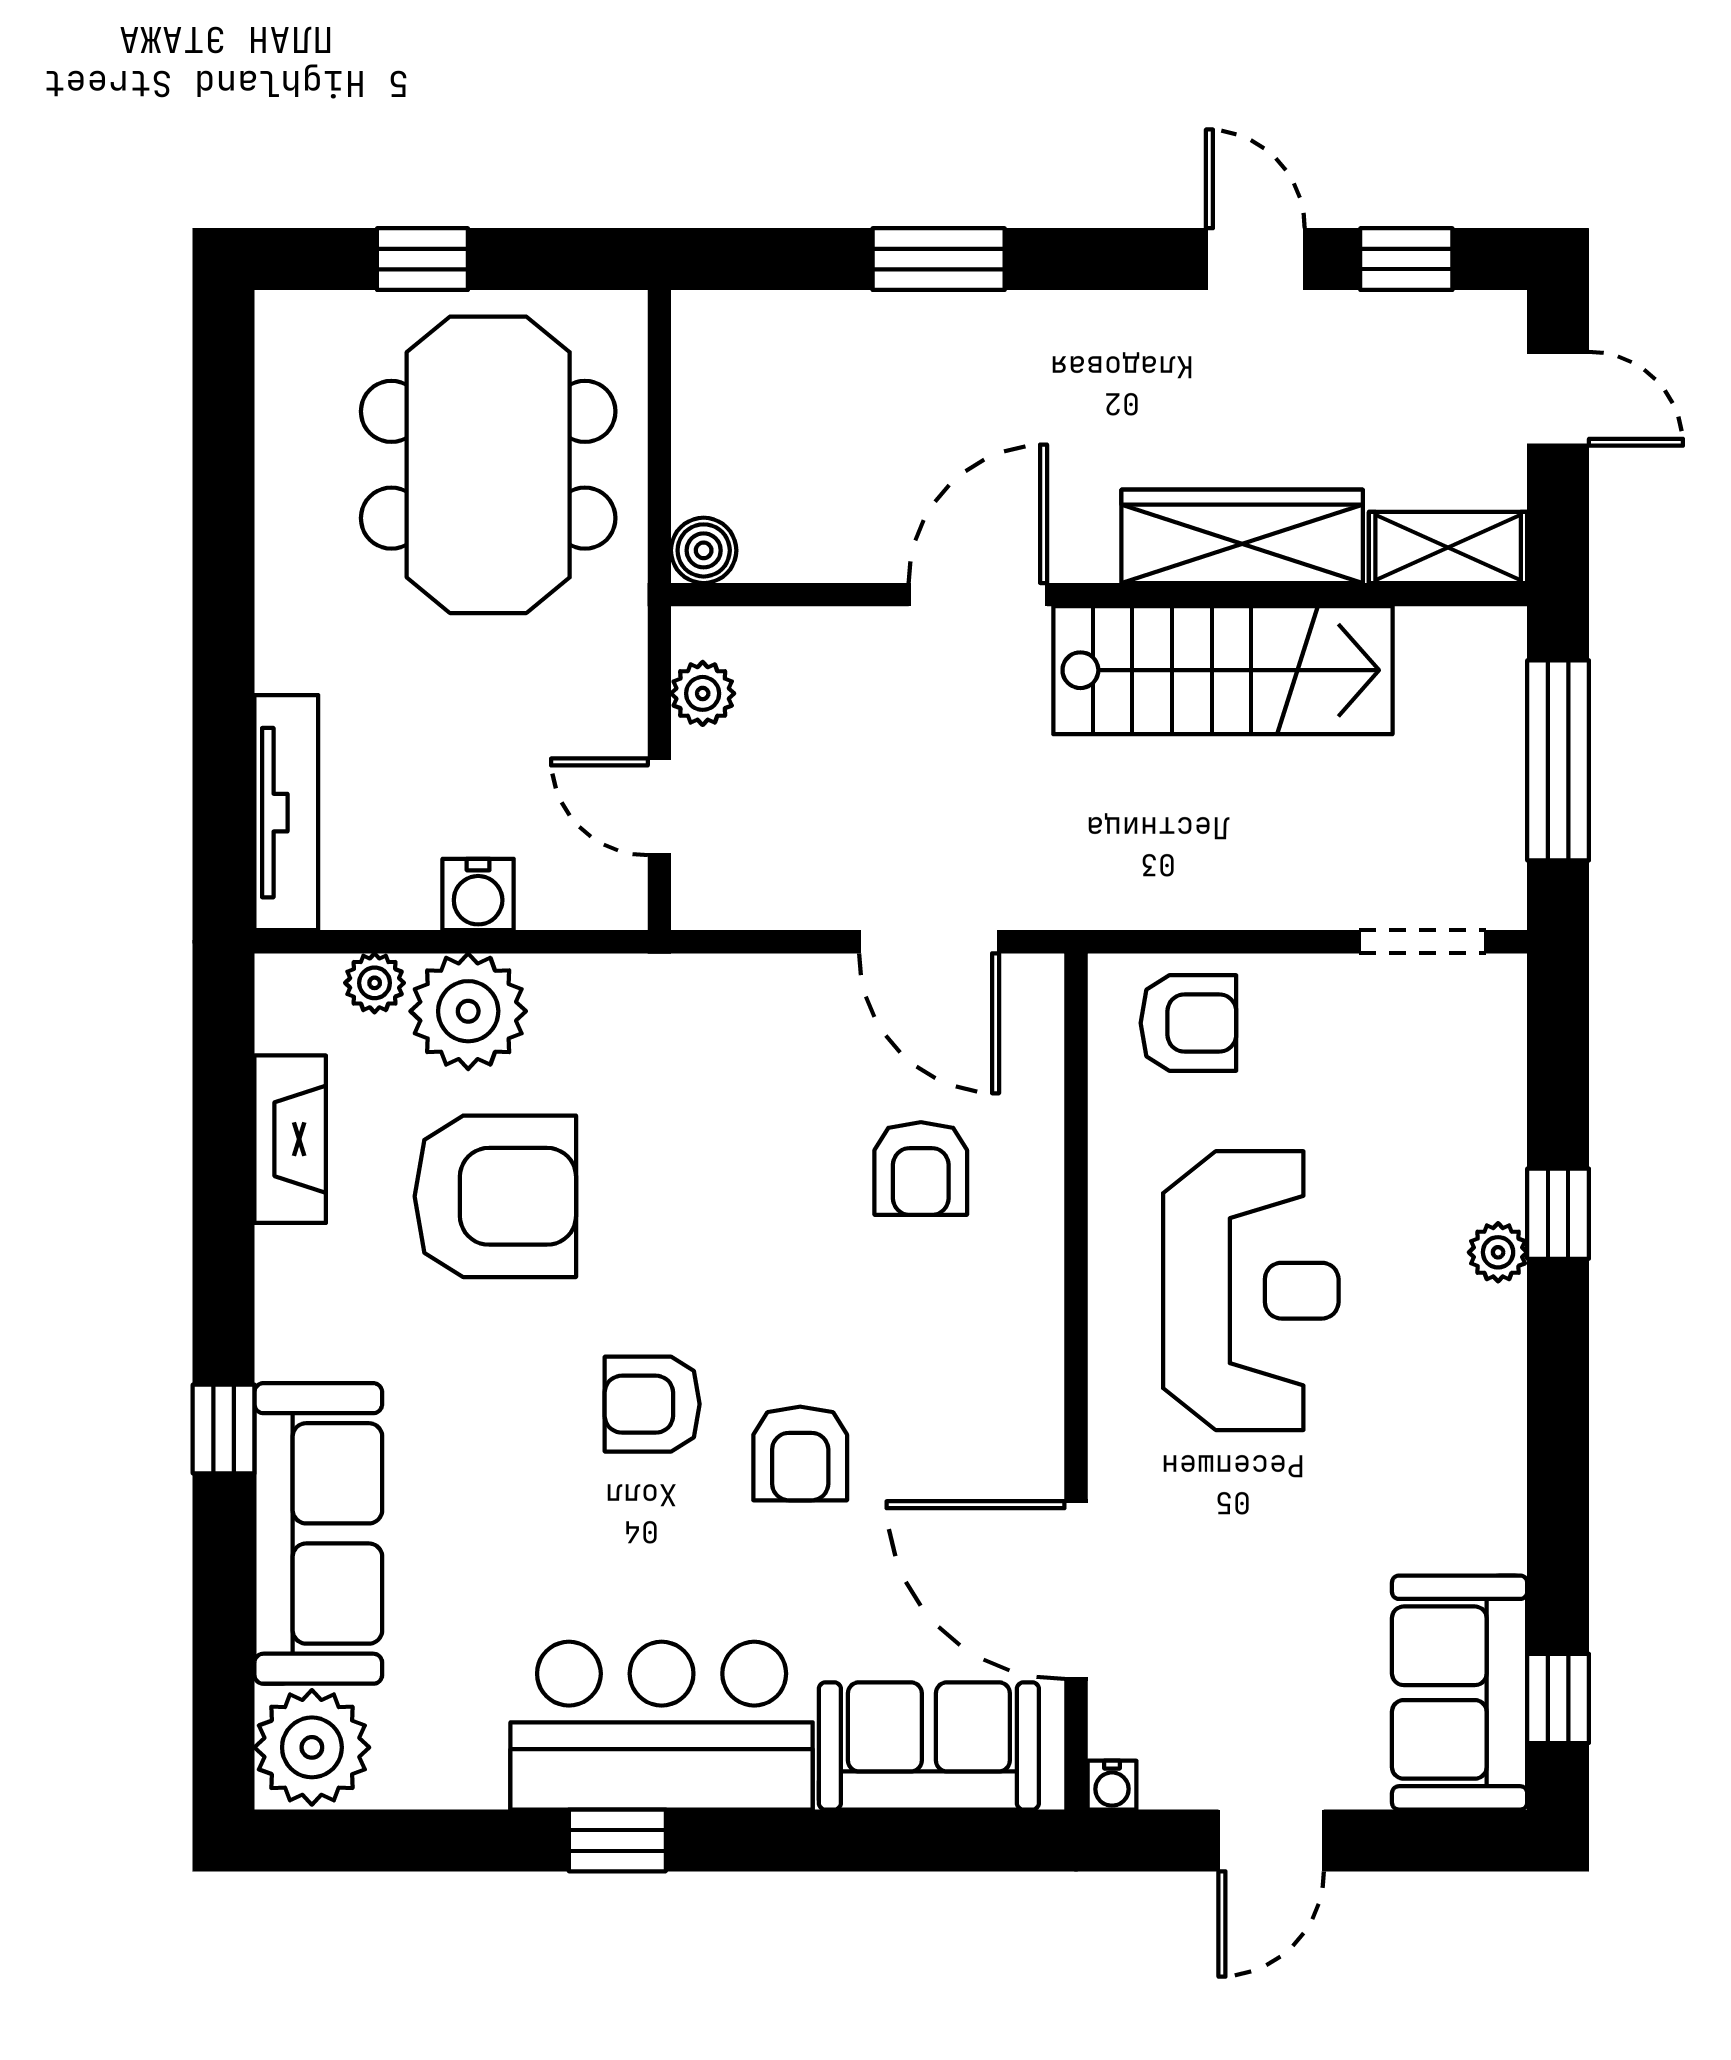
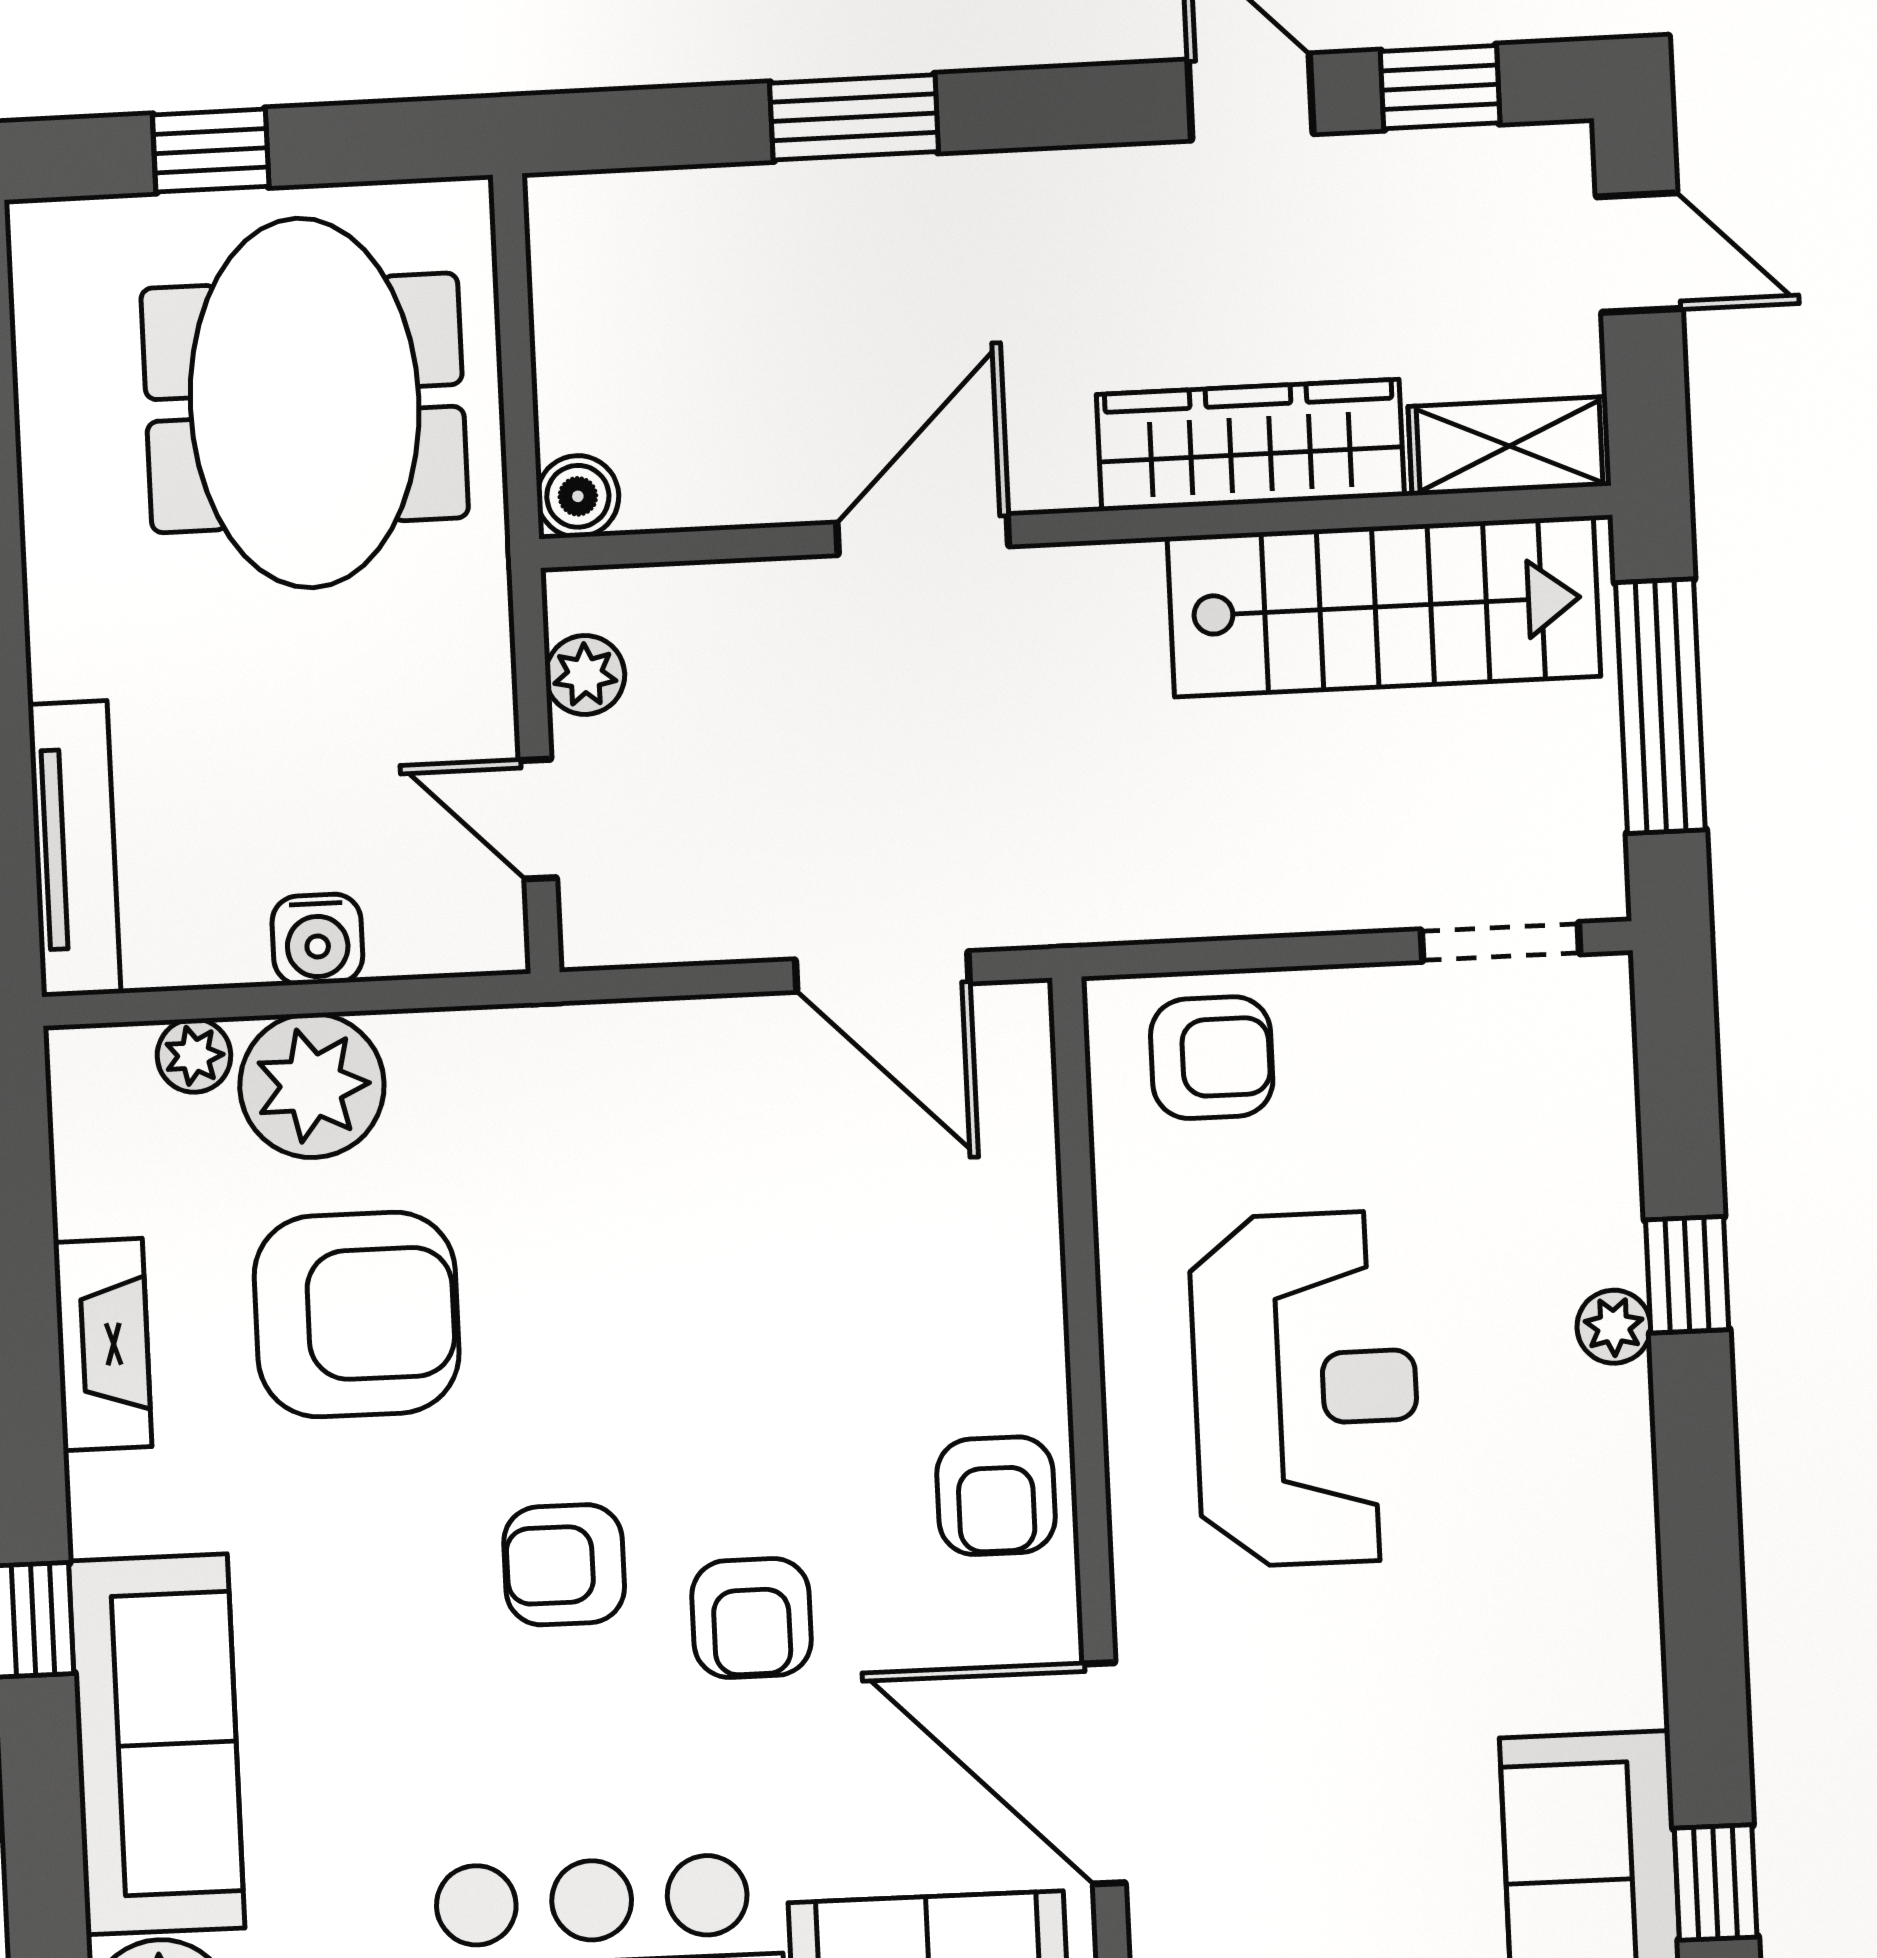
stairs: (1223, 670) -> (1384, 607), moved
fireplace: (290, 1139) -> (103, 1345), moved
armchair: (921, 1169) -> (996, 1496), moved

